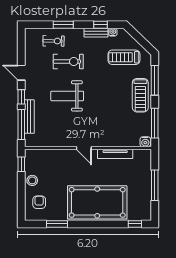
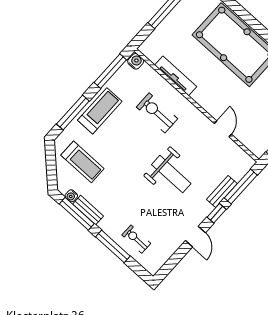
window: (63, 25) -> (113, 246), width x1.44
window: (101, 25) -> (77, 214), width x2.17
exercise bike: (68, 62) -> (157, 113), moved
bench: (29, 117) -> (222, 192), width x0.73
door: (84, 148) -> (223, 129), moved

